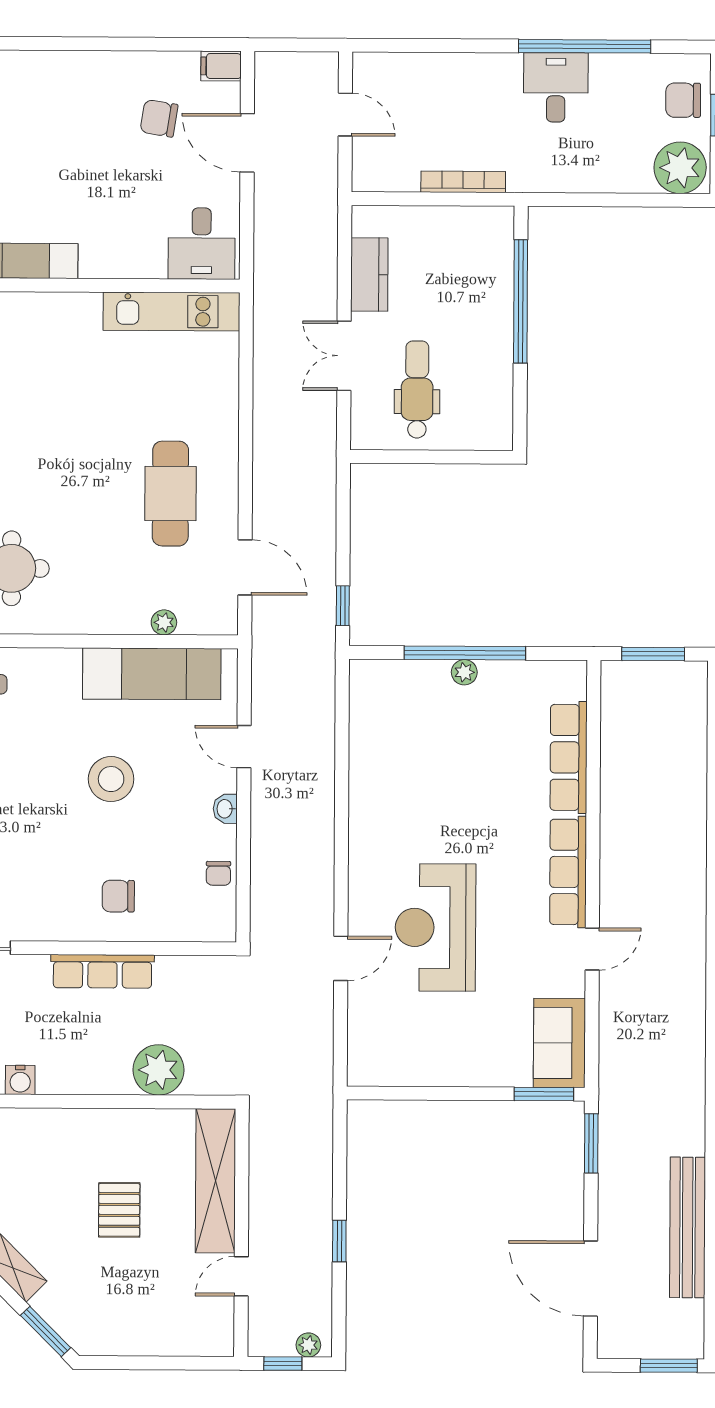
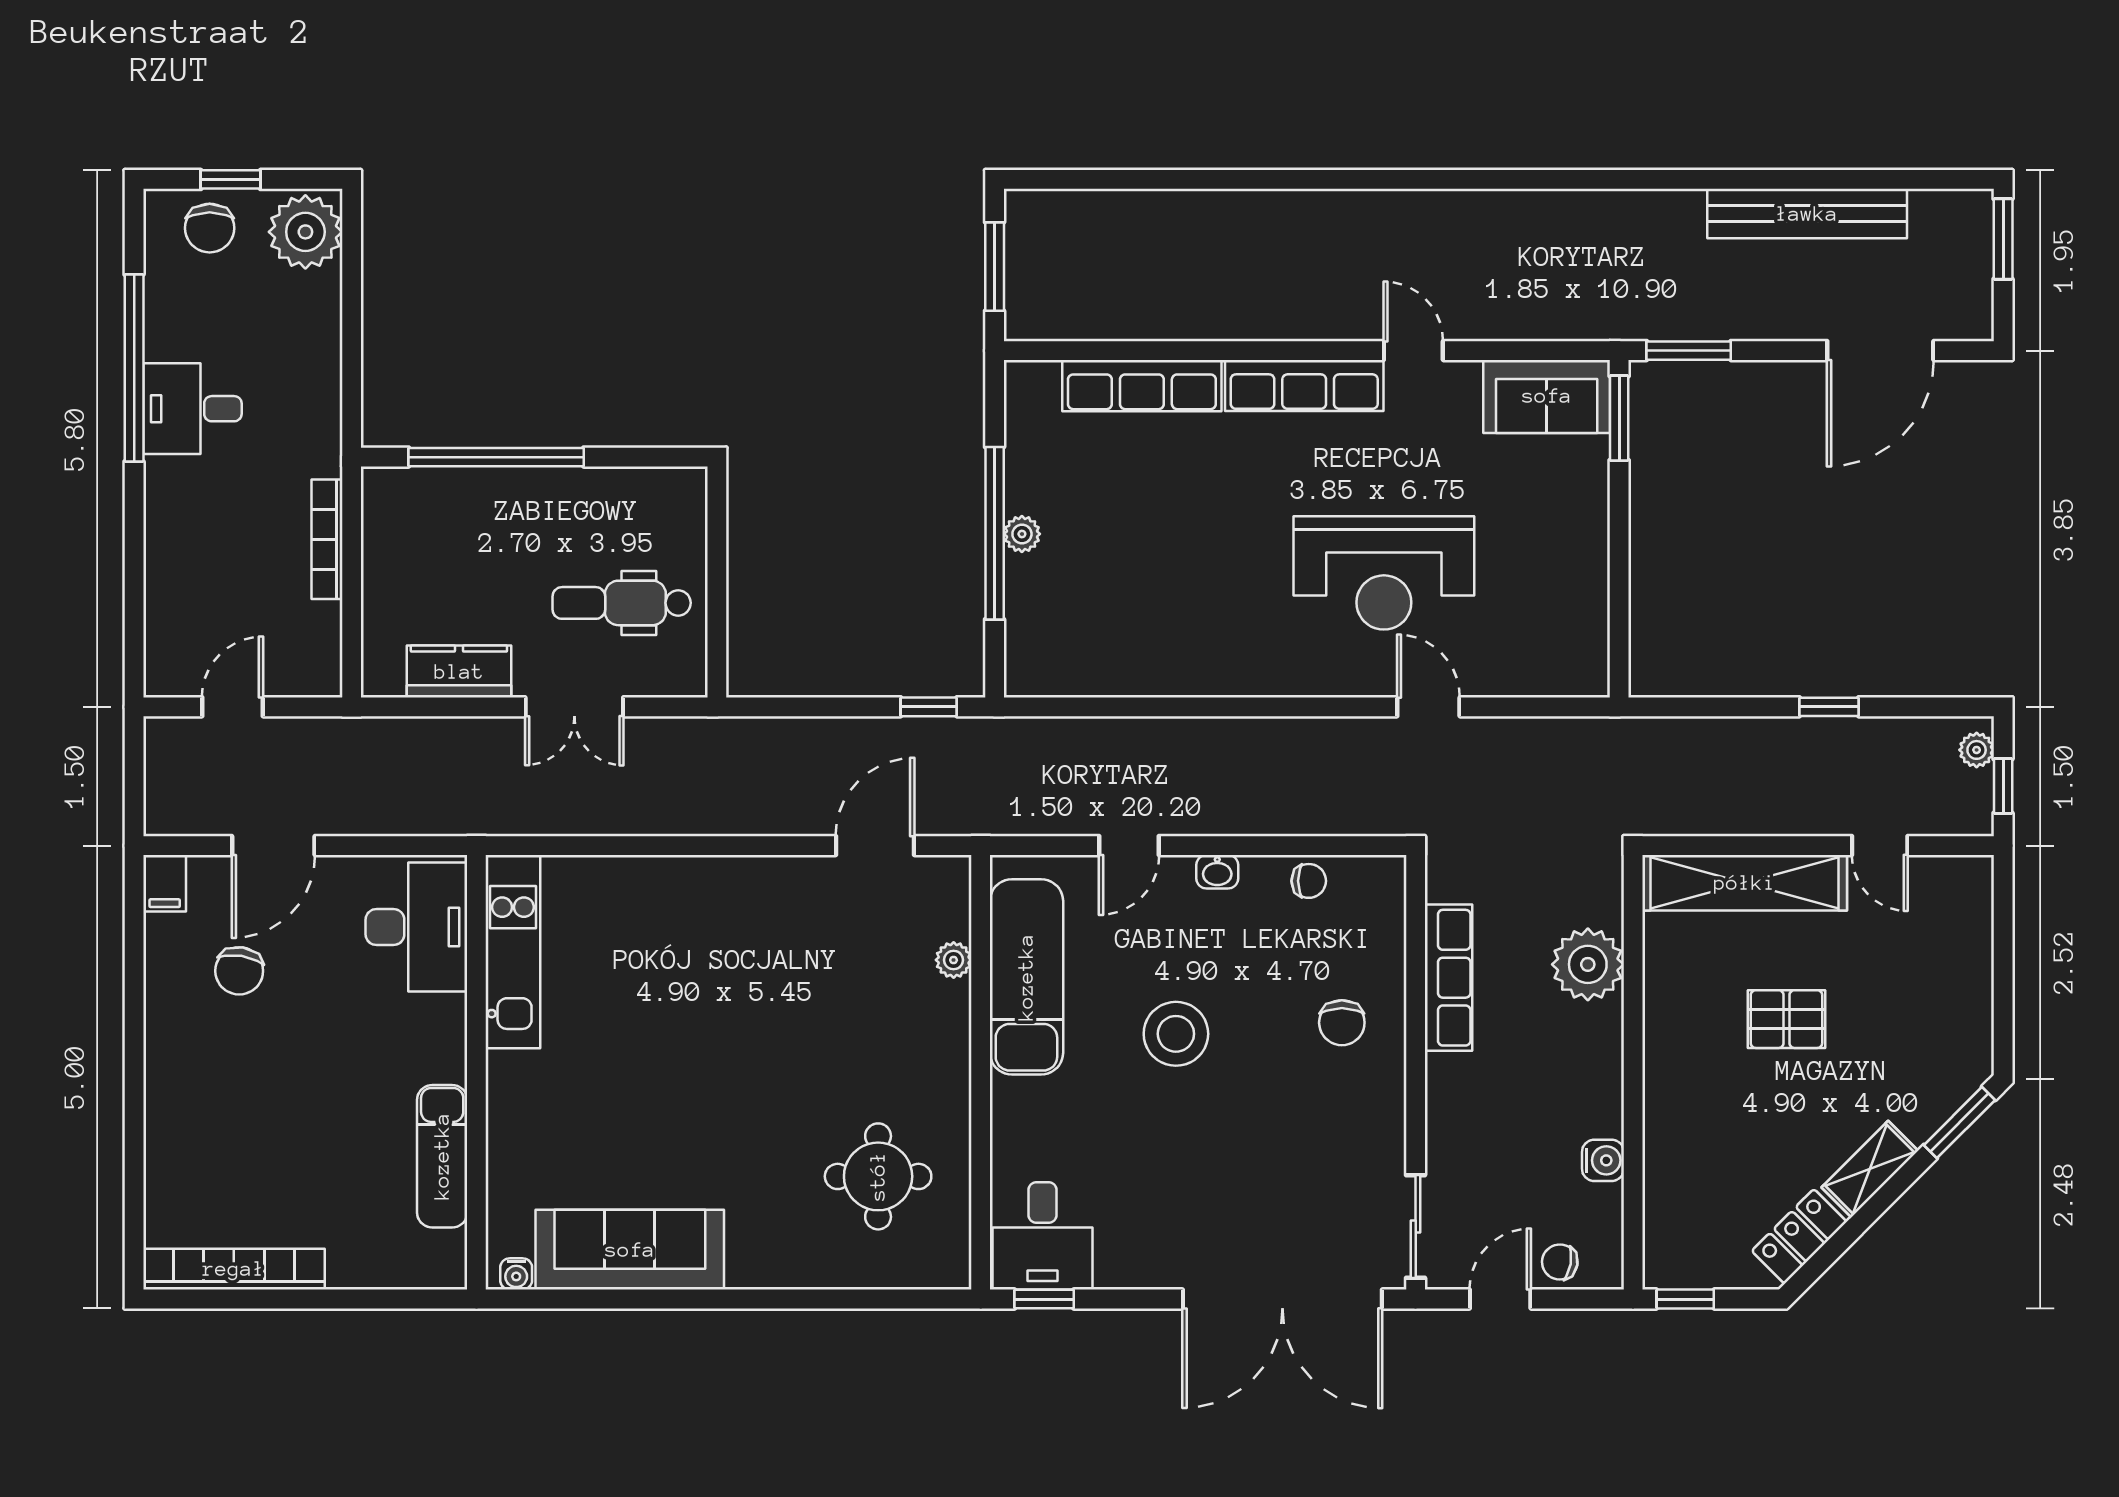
desk: (202, 244) -> (416, 927), width x1.37
cafe table: (170, 494) -> (771, 952), removed
row of seats: (102, 971) -> (1449, 978), moved

